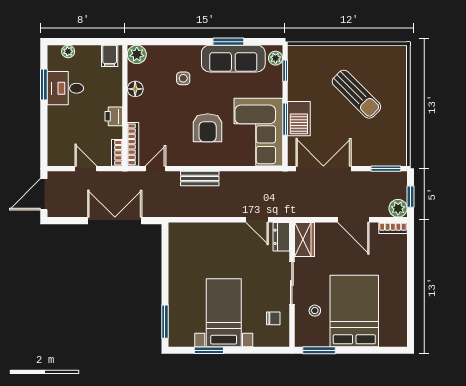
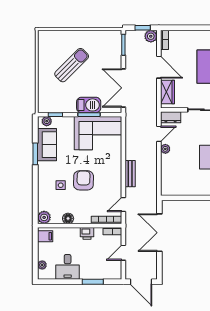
sofa: (233, 59) -> (47, 145), width x0.73
window: (44, 85) -> (93, 282), moved
armchair: (208, 128) -> (83, 180), moved, turned -89
door: (155, 169) -> (123, 204), hinge flipped
door: (353, 220) -> (159, 67), hinge flipped
plant: (236, 229) -> (165, 149), added
wardrobe: (304, 240) -> (167, 92), moved, turned 90

